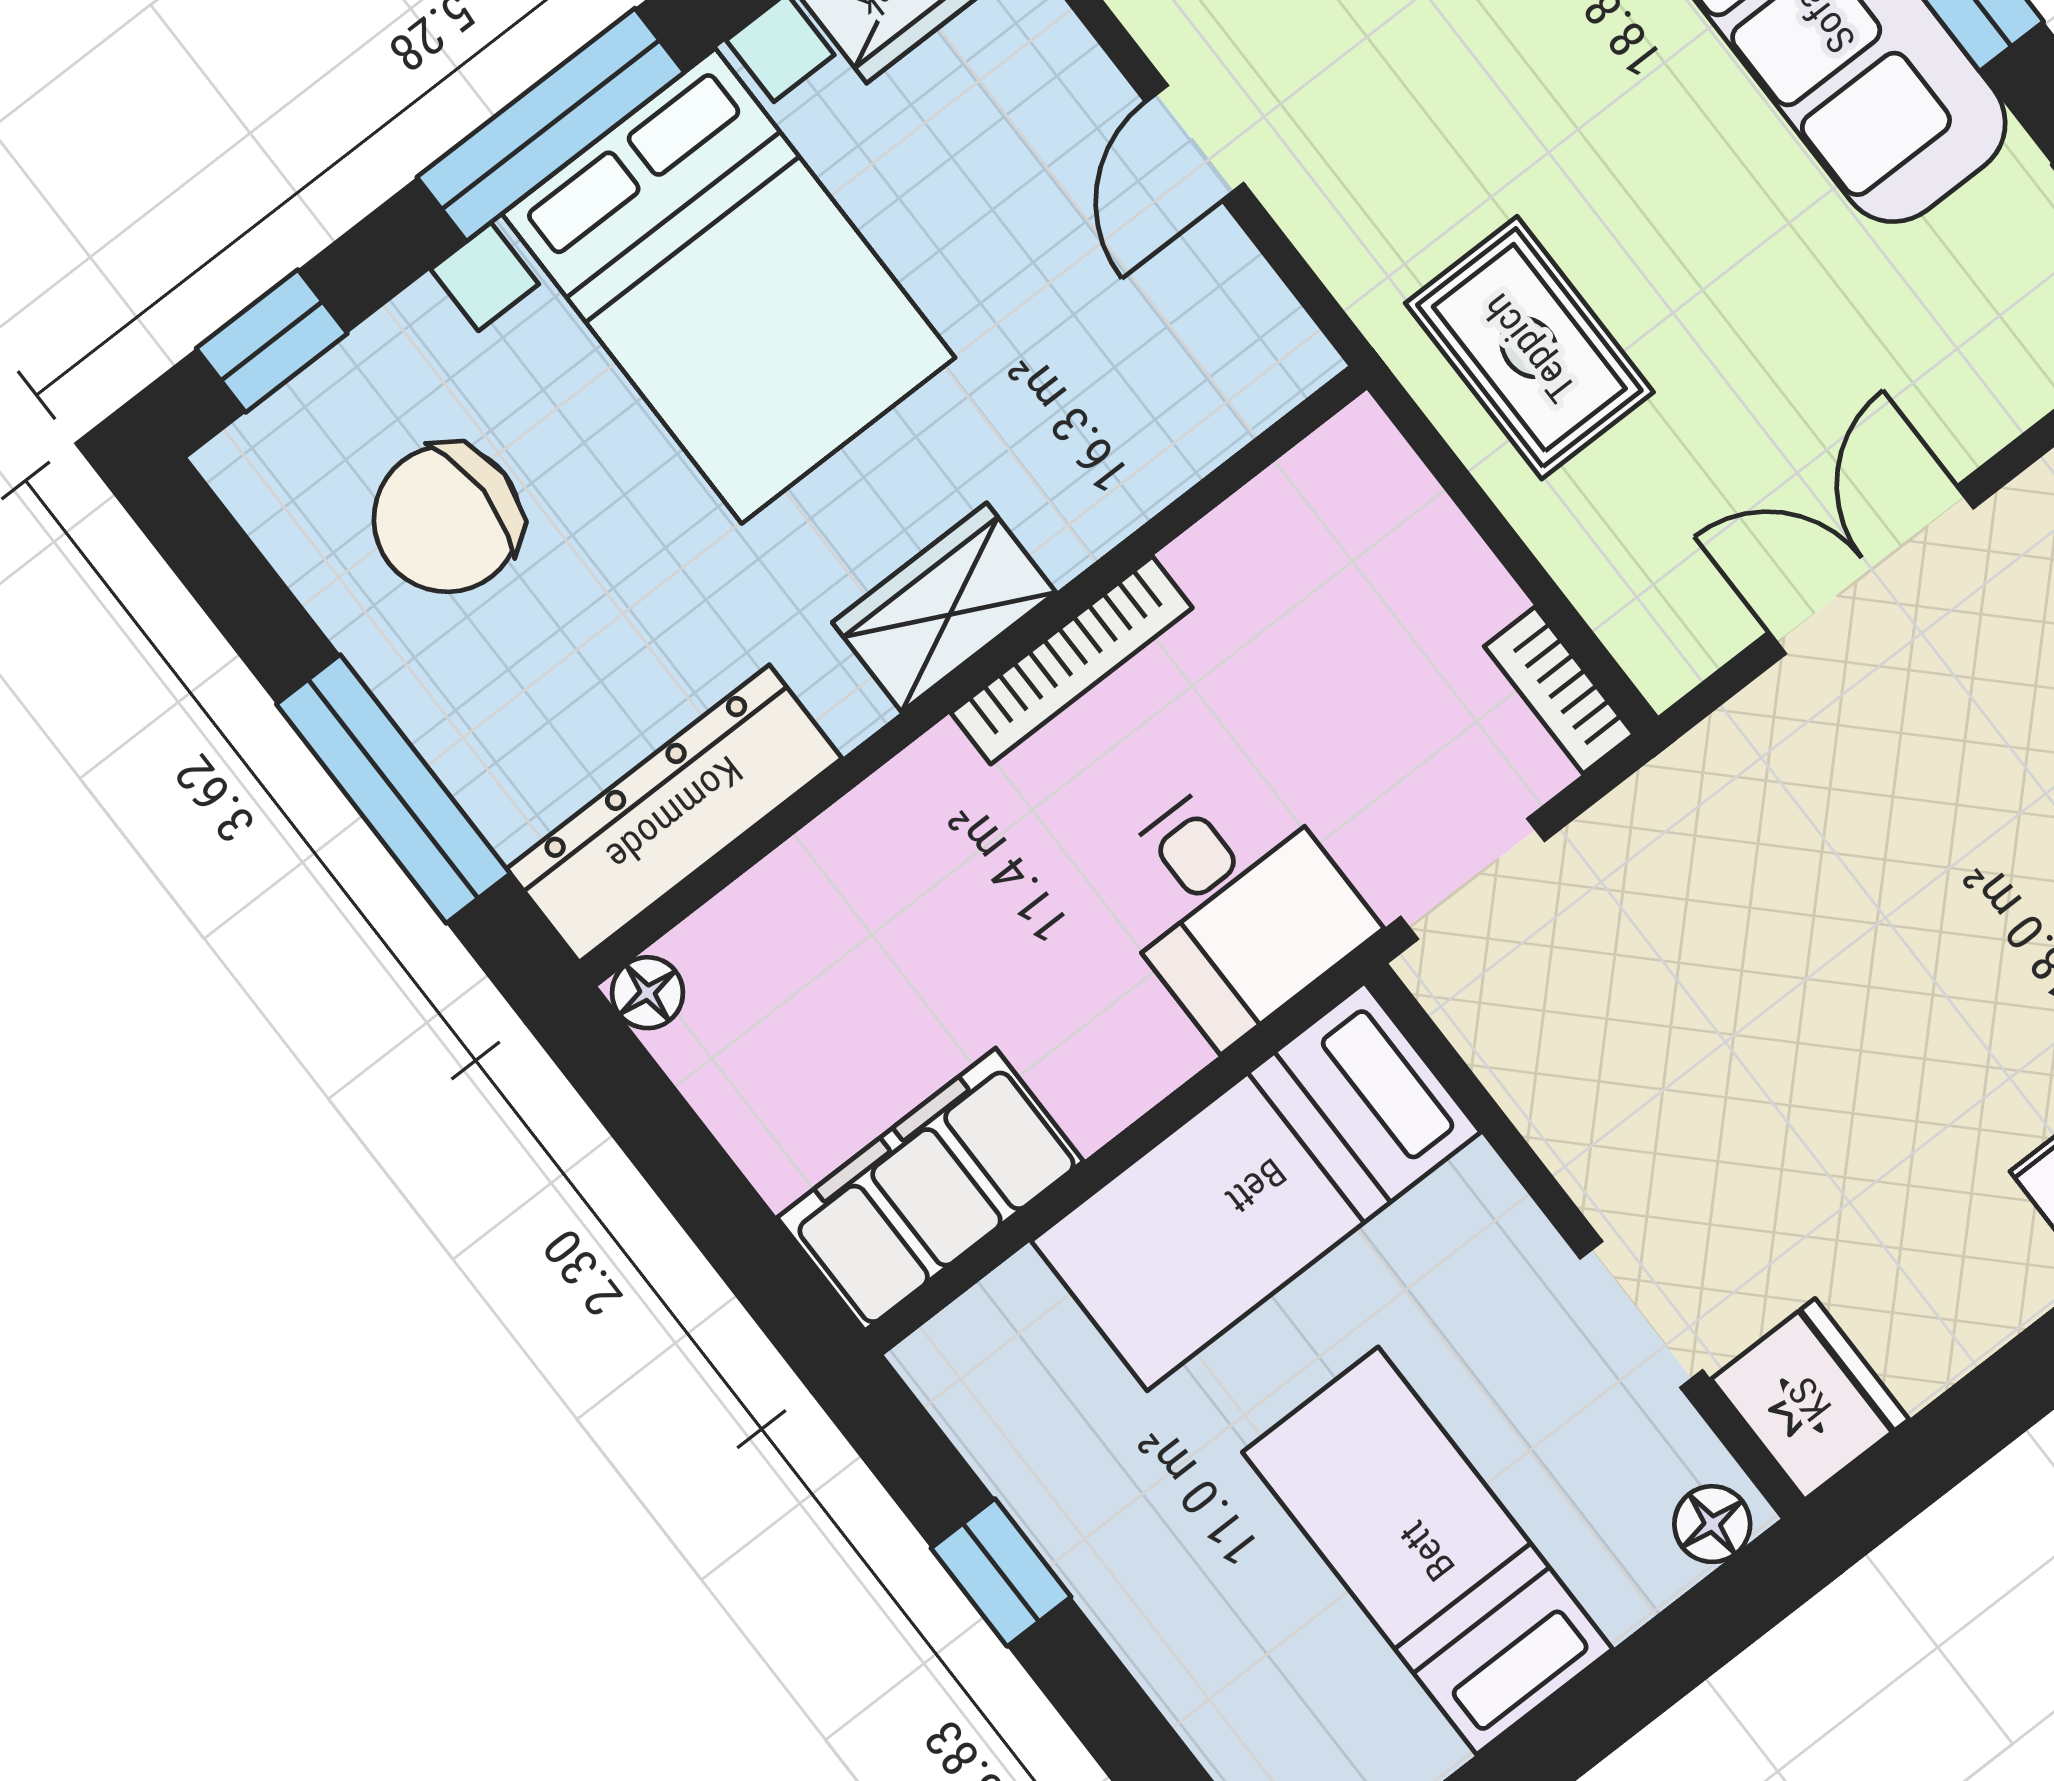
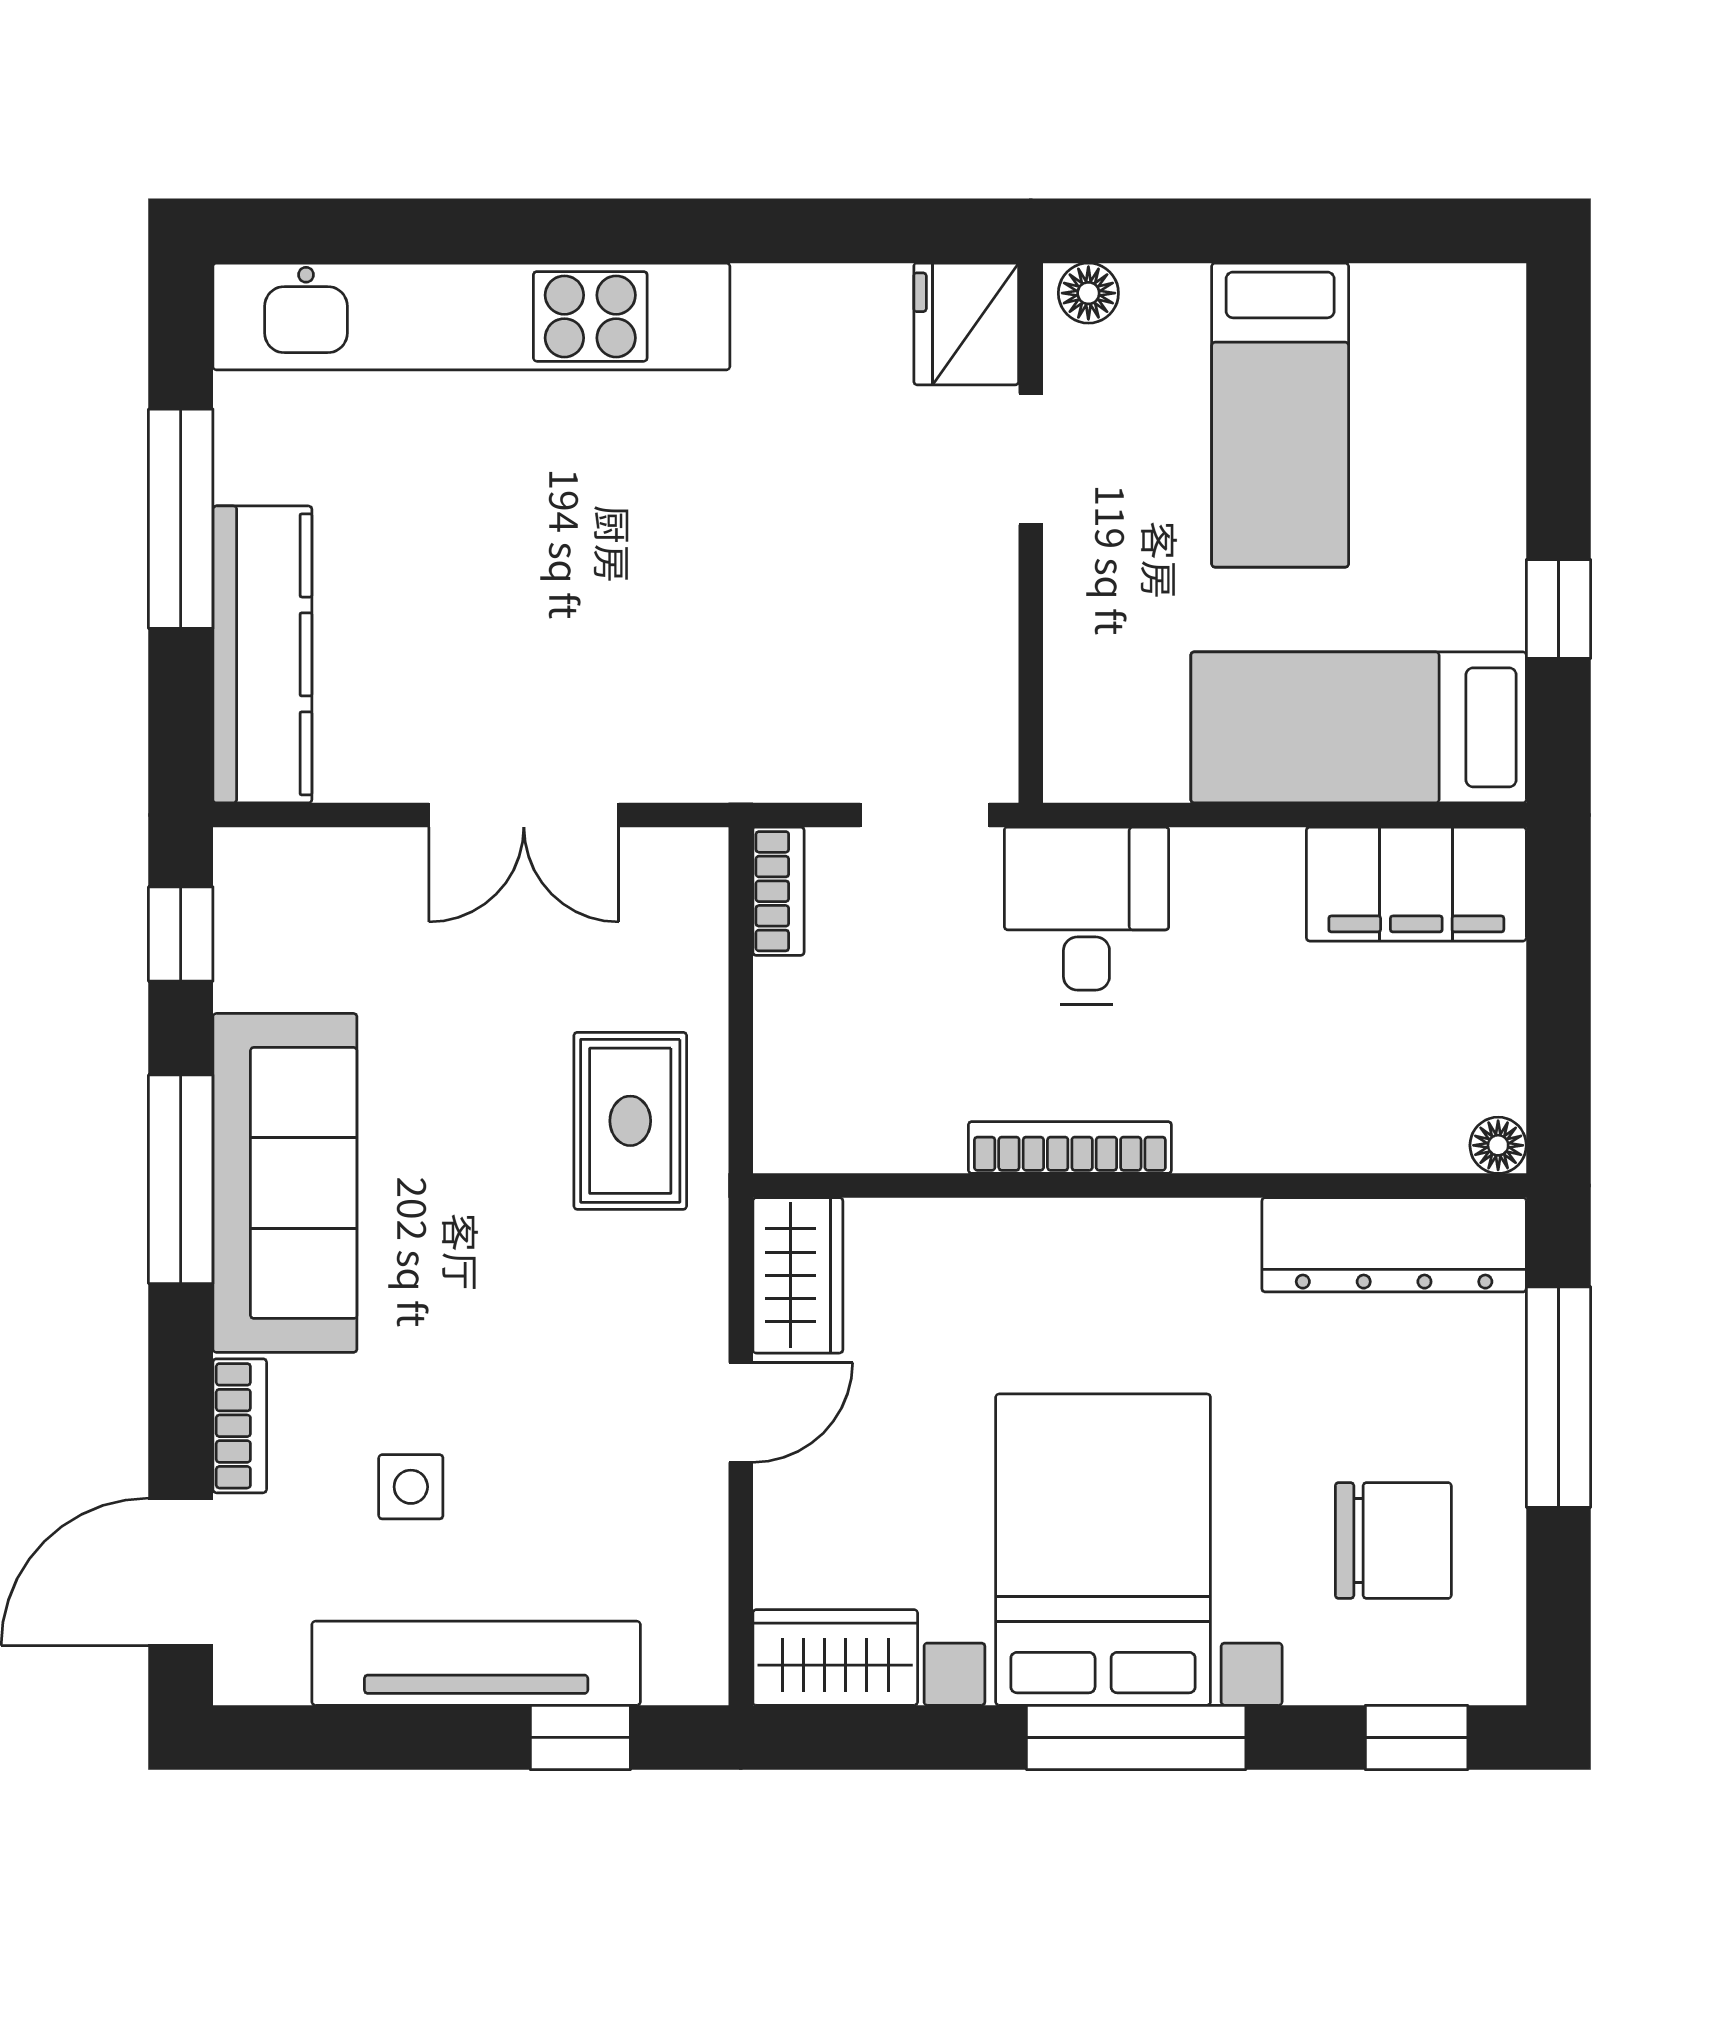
wardrobe: (944, 607) -> (798, 1275), moved, turned -90
bed: (1256, 1186) -> (1359, 727), moved, turned 180

